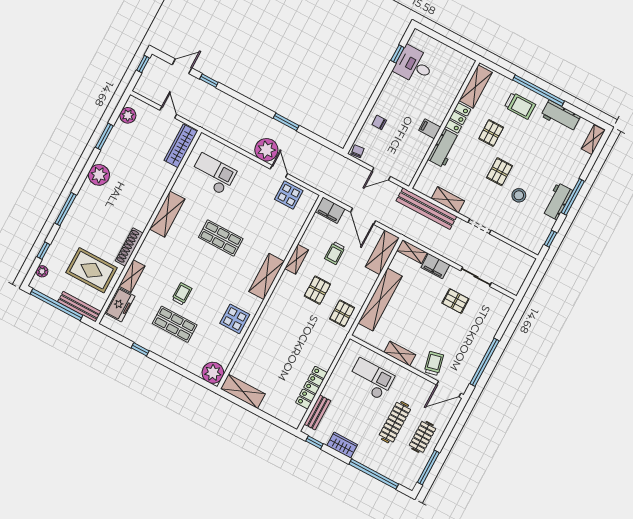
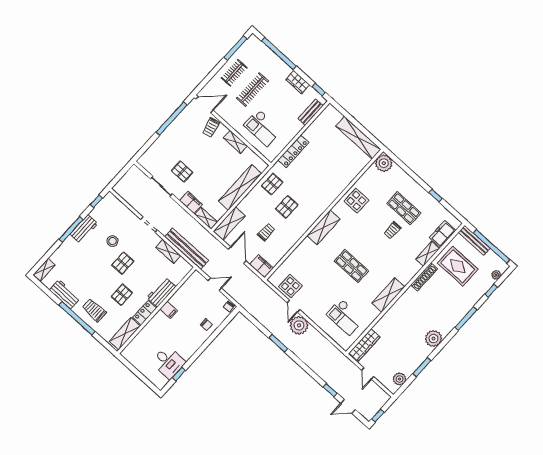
shelving: (297, 259) -> (297, 235), removed
locker: (312, 388) -> (293, 151), moved
shelving: (243, 391) -> (358, 138), width x1.47

